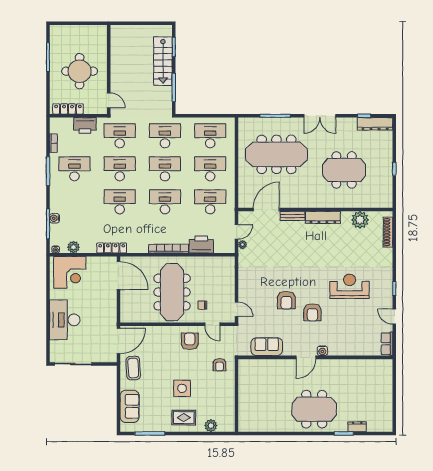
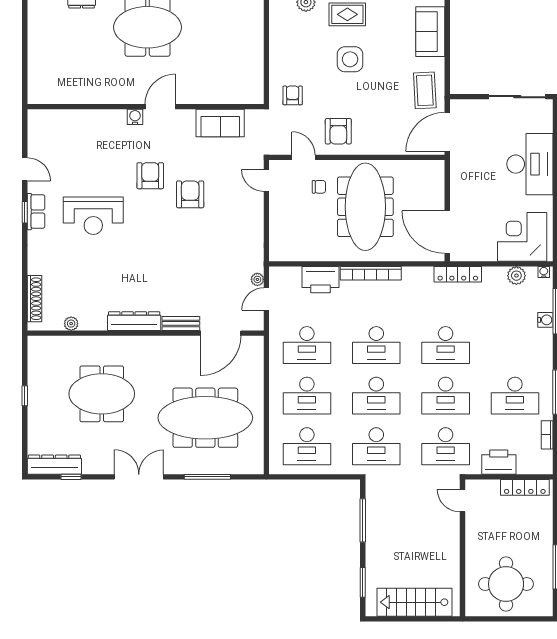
stairs: (163, 61) -> (414, 602), moved, turned -90
round table: (80, 71) -> (506, 584), moved
plant: (360, 220) -> (71, 324), width x0.53, depth x0.53
row of seats: (387, 344) -> (36, 212), moved

